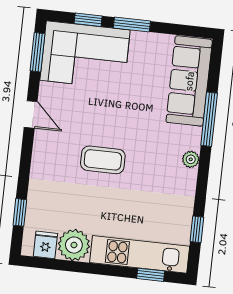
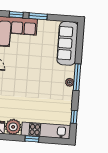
window: (209, 119) -> (77, 77), moved
coffee table: (103, 160) -> (26, 84), removed
window: (151, 275) -> (32, 139), moved

